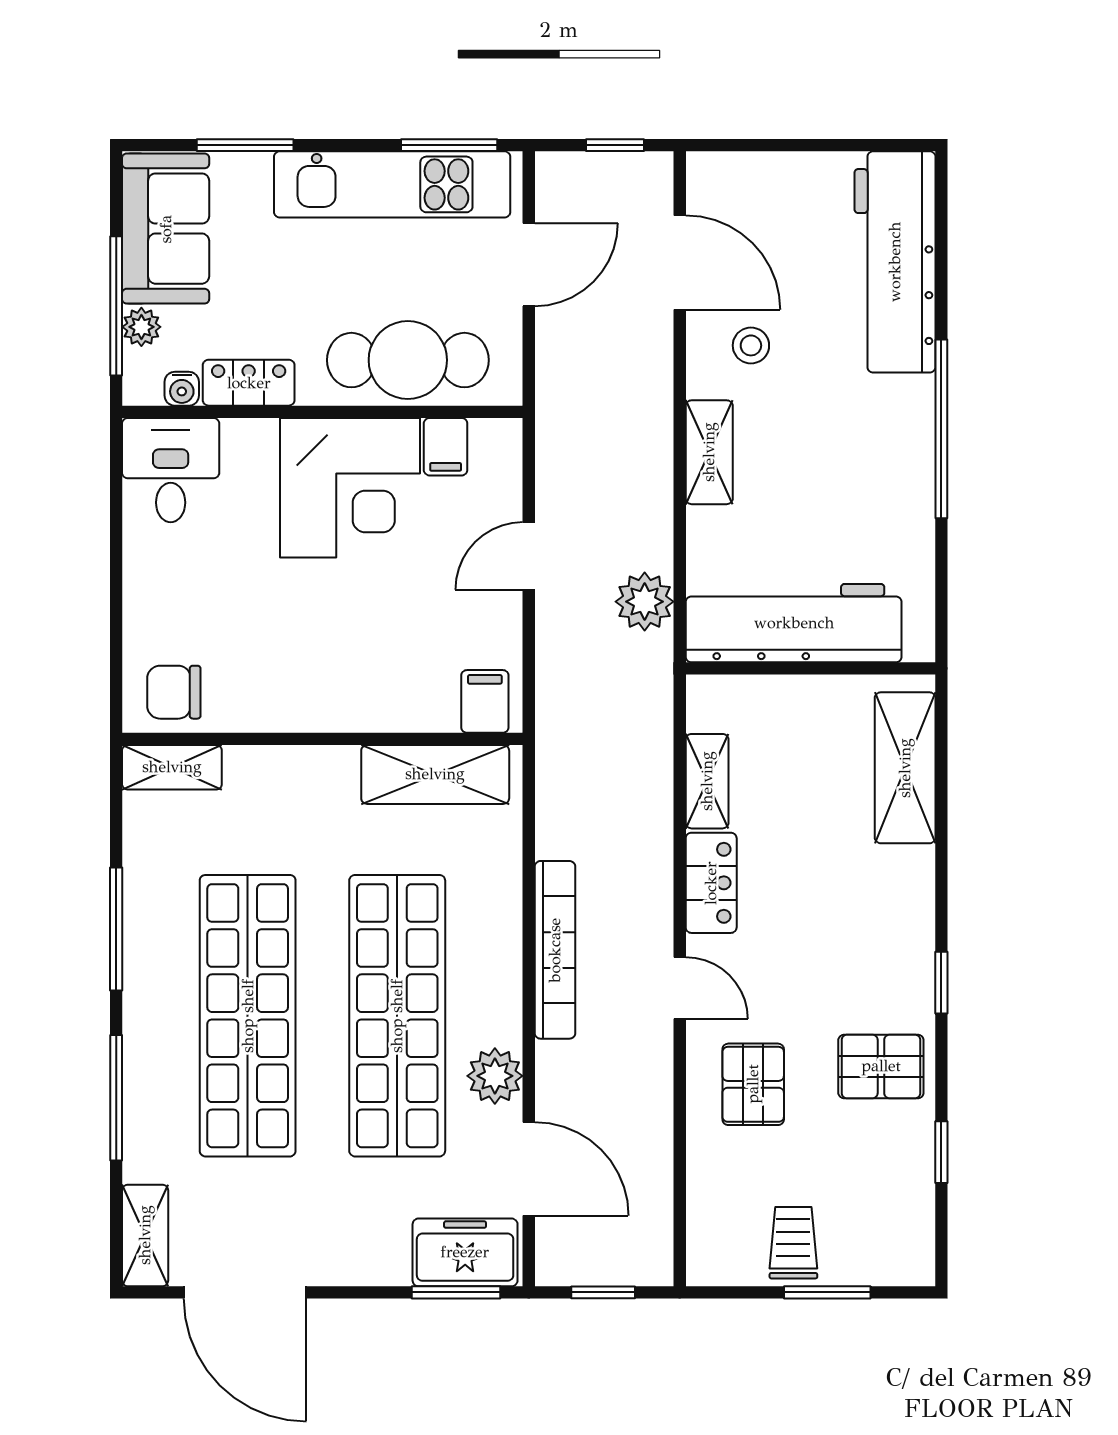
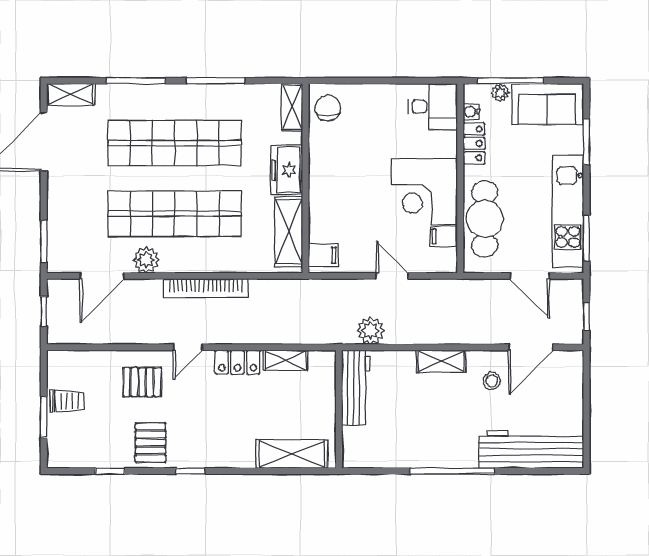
workbench: (794, 623) -> (356, 388), width x0.73, depth x0.76
freezer: (465, 1252) -> (287, 170), moved, turned 180

